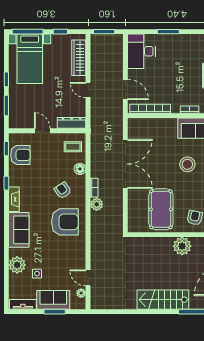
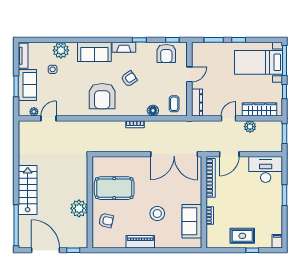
double door: (125, 164) -> (174, 154), moved
armchair: (63, 190) -> (129, 79), moved
plant: (97, 204) -> (250, 127), moved

